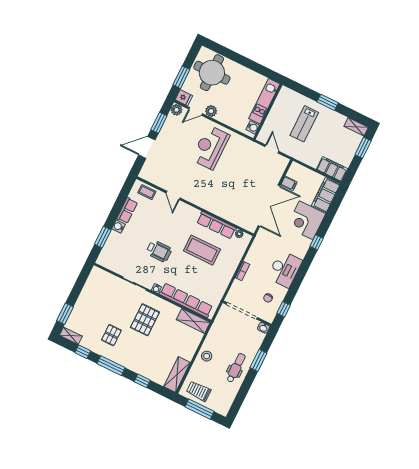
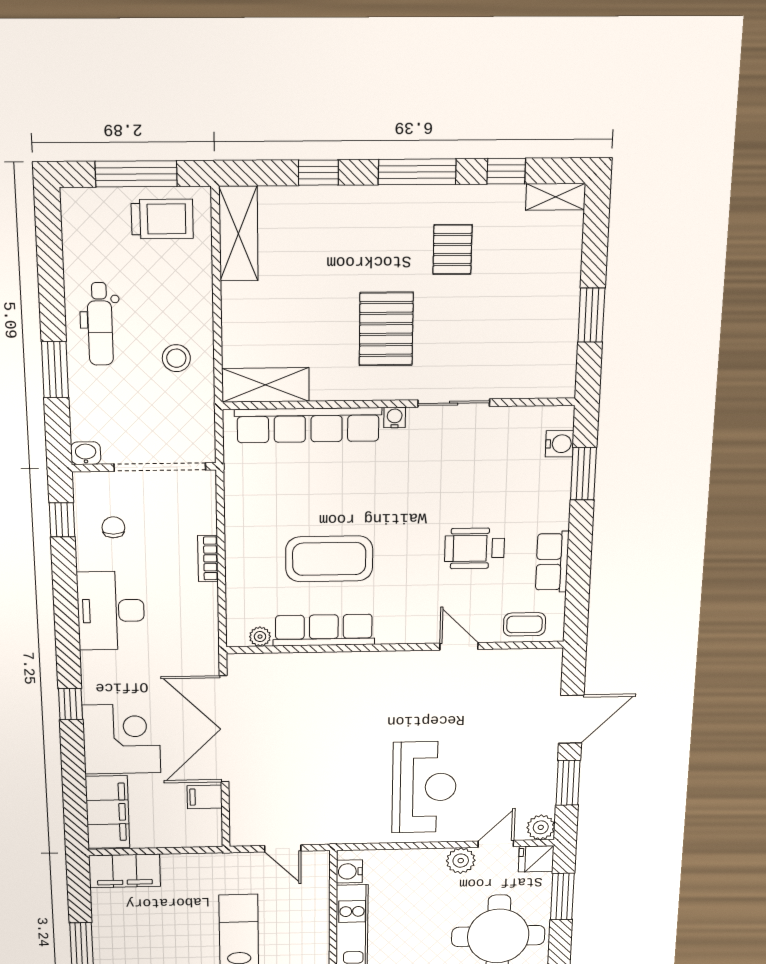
water cooler: (118, 227) -> (560, 444), moved
wheelchair: (159, 251) -> (475, 548), moved
window: (65, 314) -> (591, 315), moved
stool: (207, 356) -> (176, 358), moved

